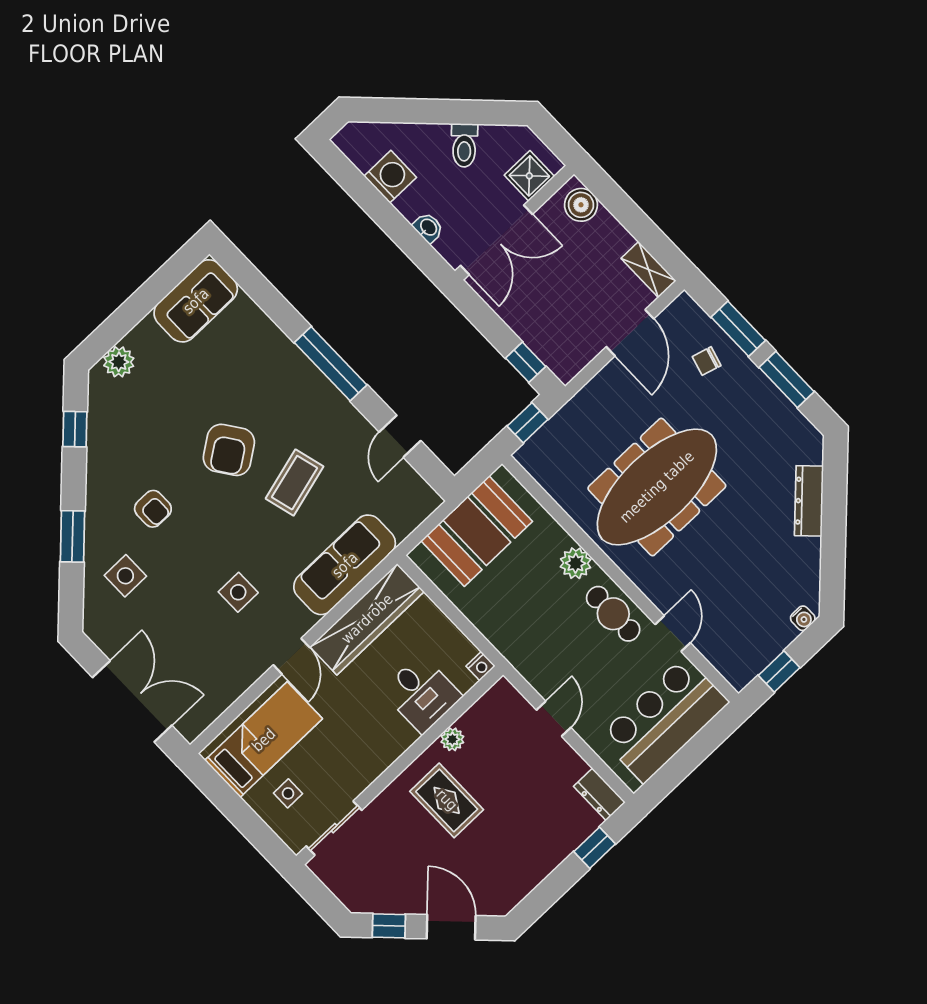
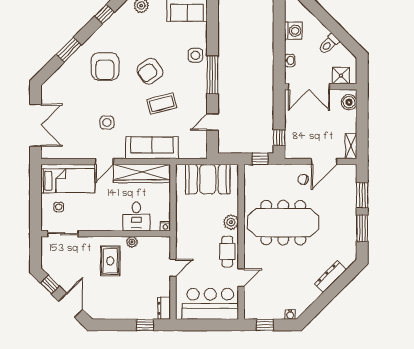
chair: (707, 361) -> (303, 179), moved
armchair: (153, 509) -> (105, 67), width x1.88, depth x1.88
side table: (125, 576) -> (195, 55), moved

